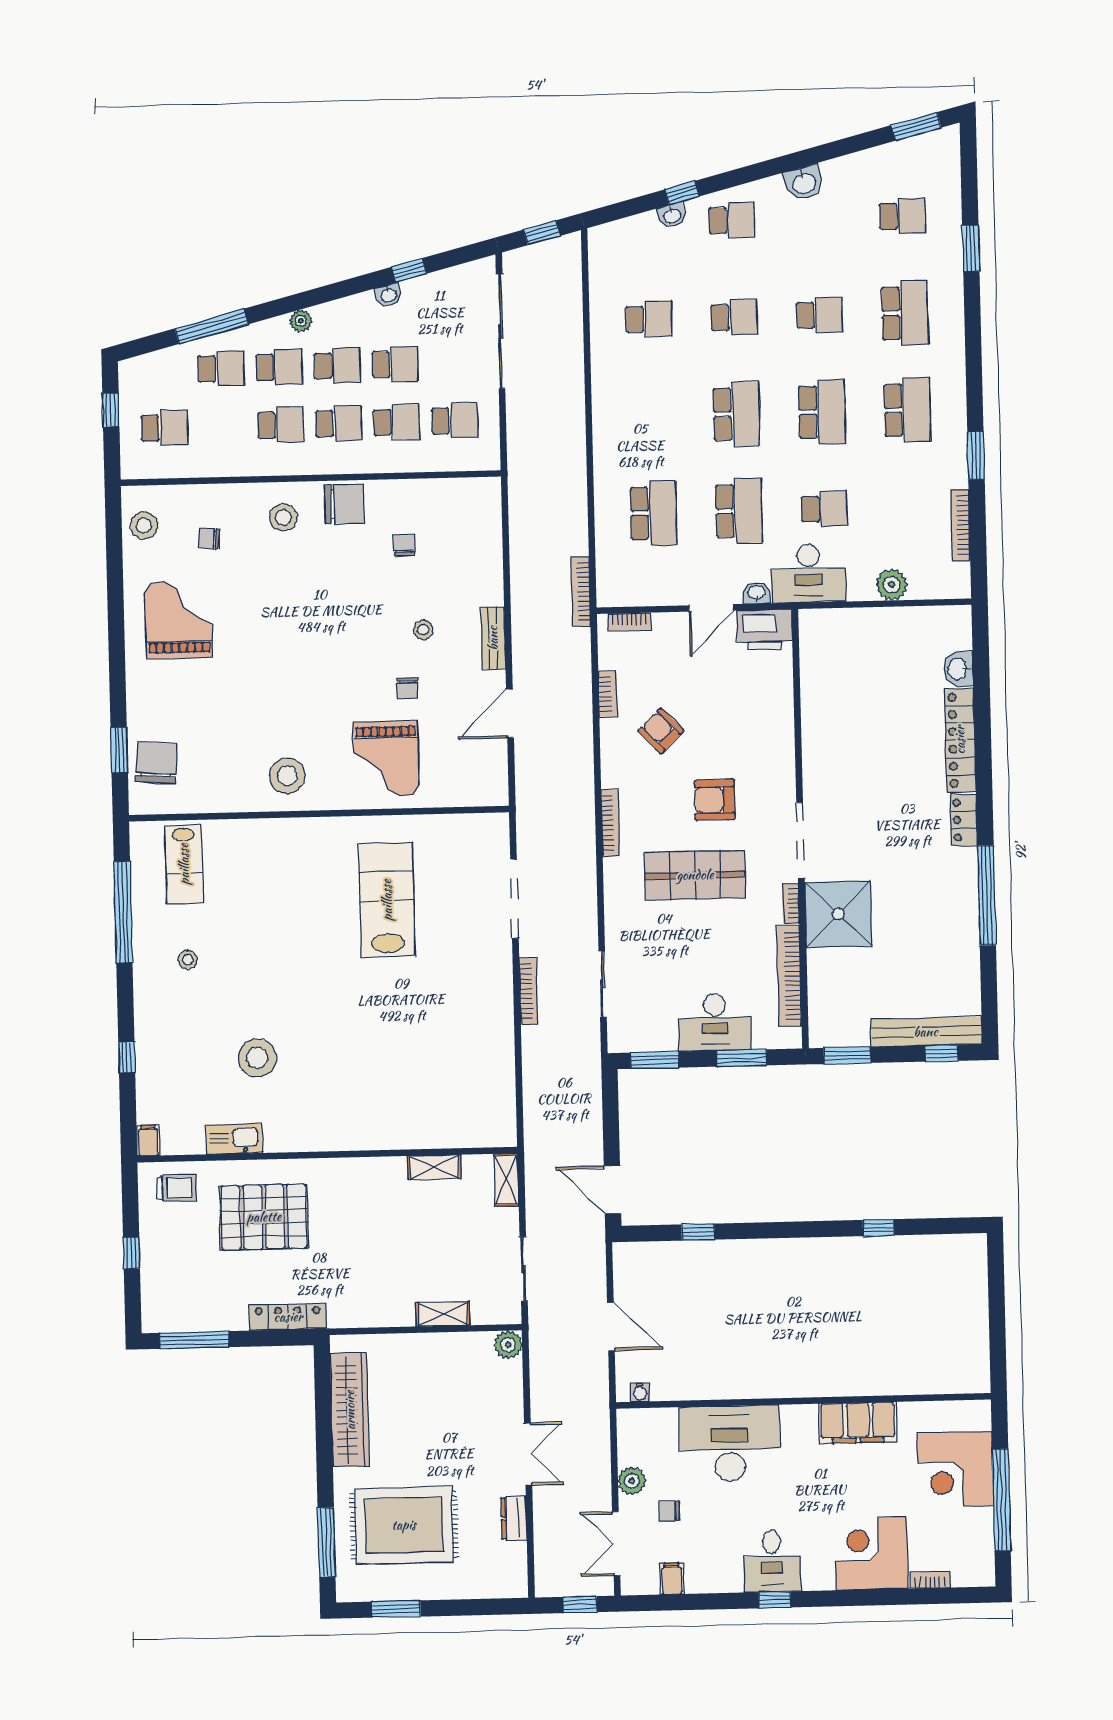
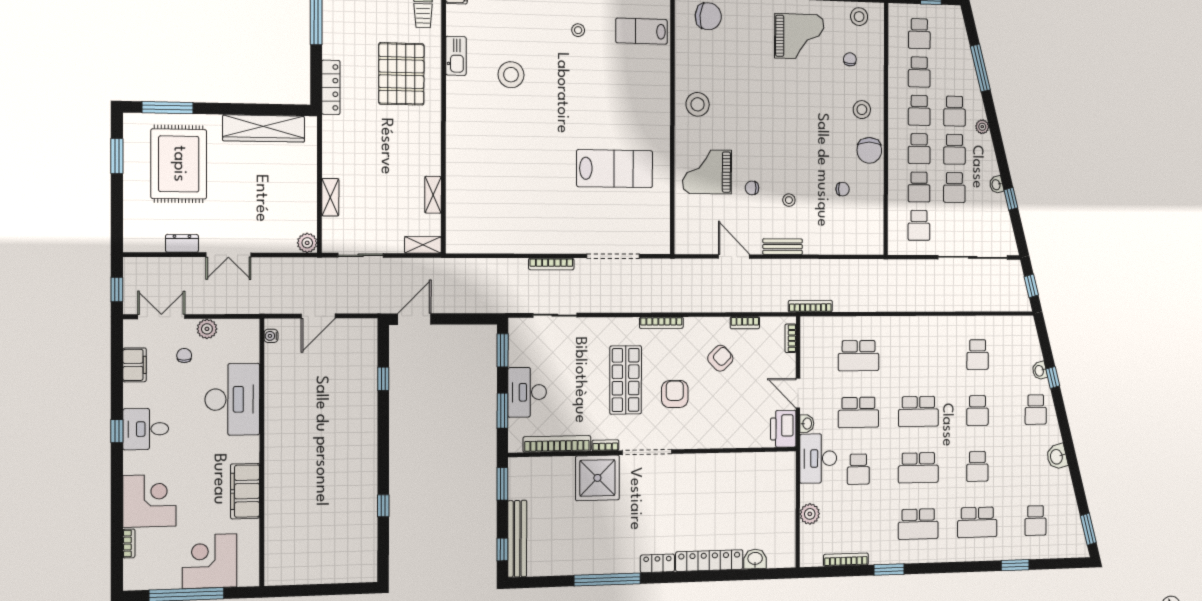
school desk: (221, 368) -> (919, 72), moved
filing cabinet: (672, 1579) -> (135, 365), width x2.00

